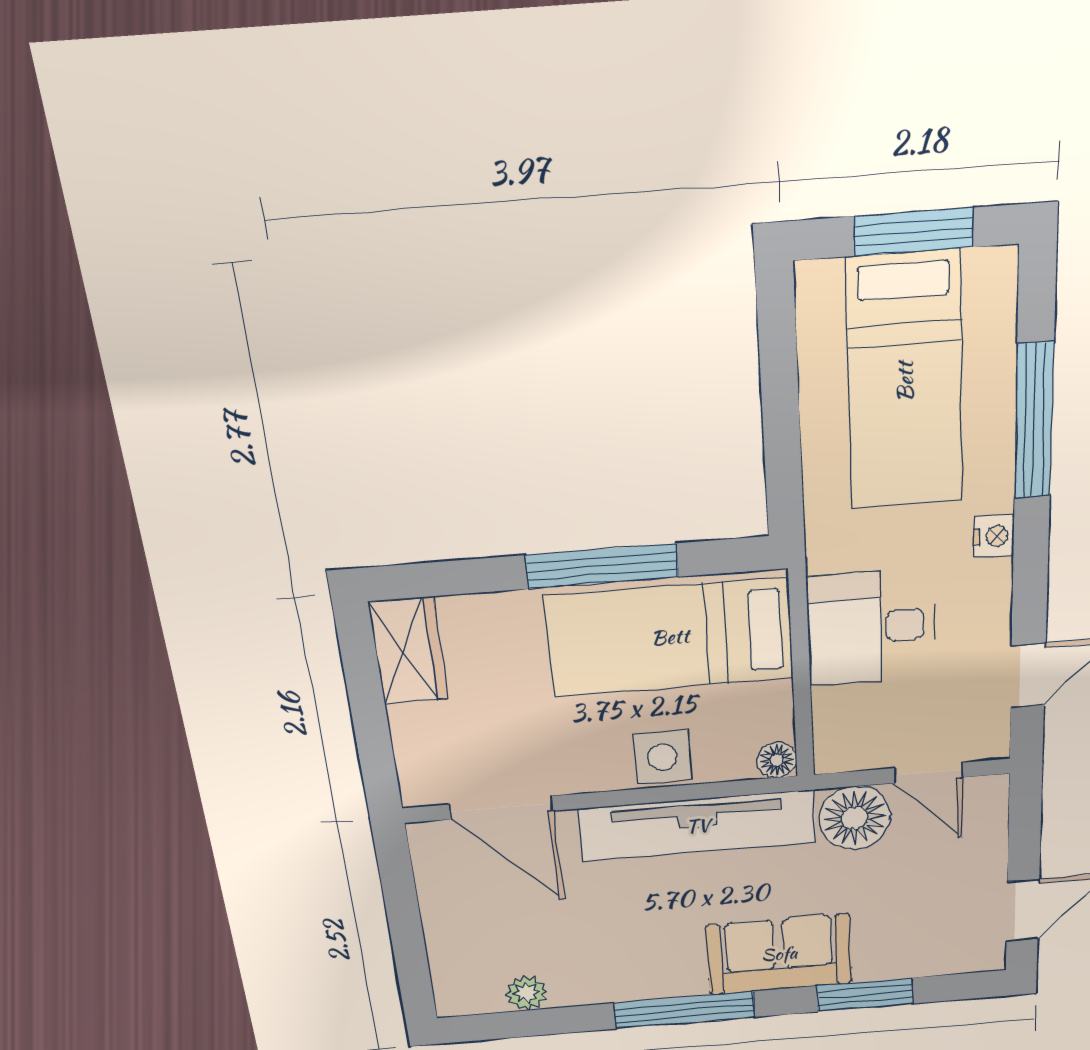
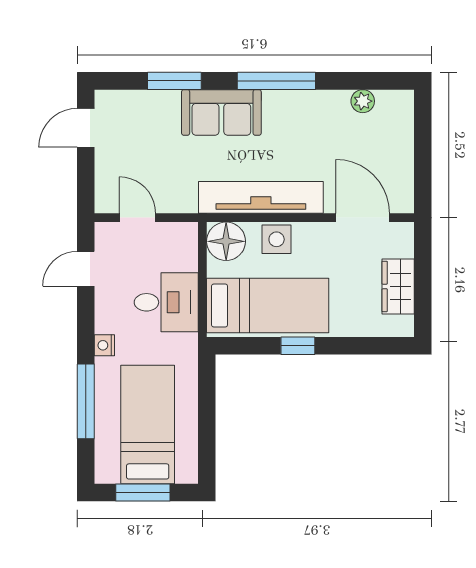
window: (602, 566) -> (298, 346), width x0.46
wardrobe: (408, 651) -> (398, 286), moved
floor lamp: (777, 760) -> (226, 241), width x1.89, depth x1.89
floor lamp: (855, 818) -> (177, 194), removed

